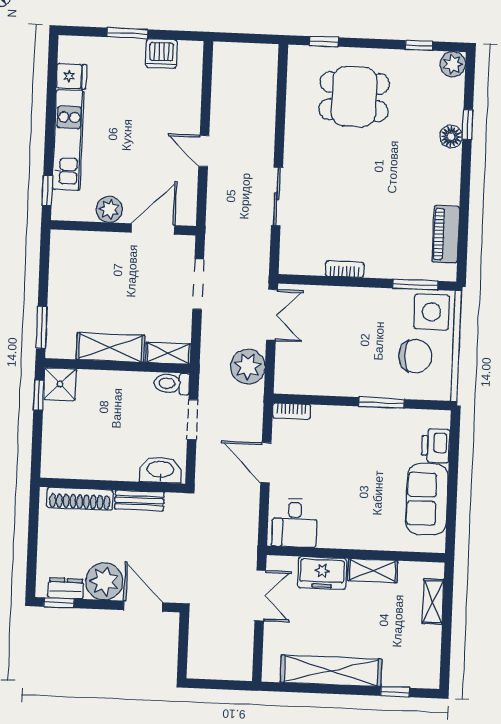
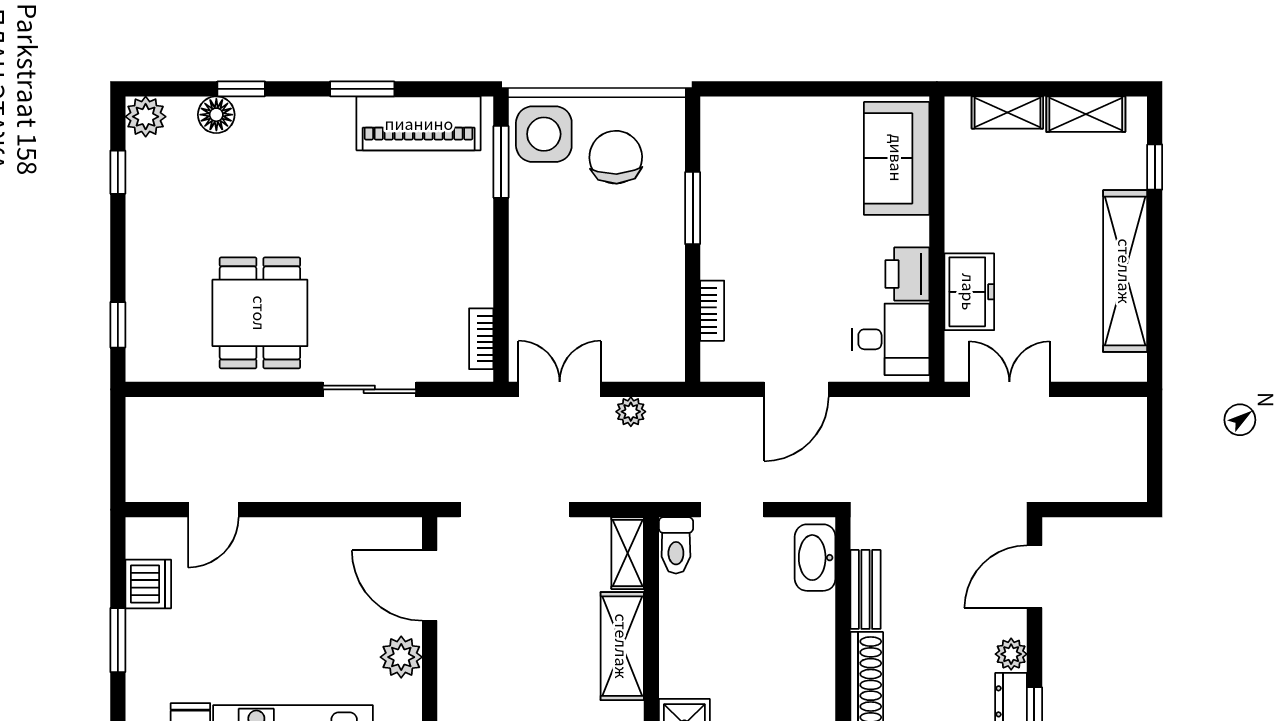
dining table: (354, 97) -> (260, 313), moved
floor lamp: (451, 136) -> (216, 115), moved
door: (204, 151) -> (213, 510), moved
window: (465, 200) -> (362, 89), added
piano: (446, 234) -> (419, 123), width x1.37, depth x1.33
bookcase: (345, 269) -> (481, 339), moved
doorway: (198, 284) -> (515, 510), width x1.36
plant: (248, 367) -> (631, 412), width x0.53, depth x0.53
bookcase: (292, 411) -> (712, 311), moved
printer: (436, 446) -> (907, 274), moved, turned 90
sofa: (427, 499) -> (897, 158), moved, turned 90
shelving: (373, 571) -> (1086, 114), moved, turned 90
plant: (104, 581) -> (1011, 654), width x0.53, depth x0.53

